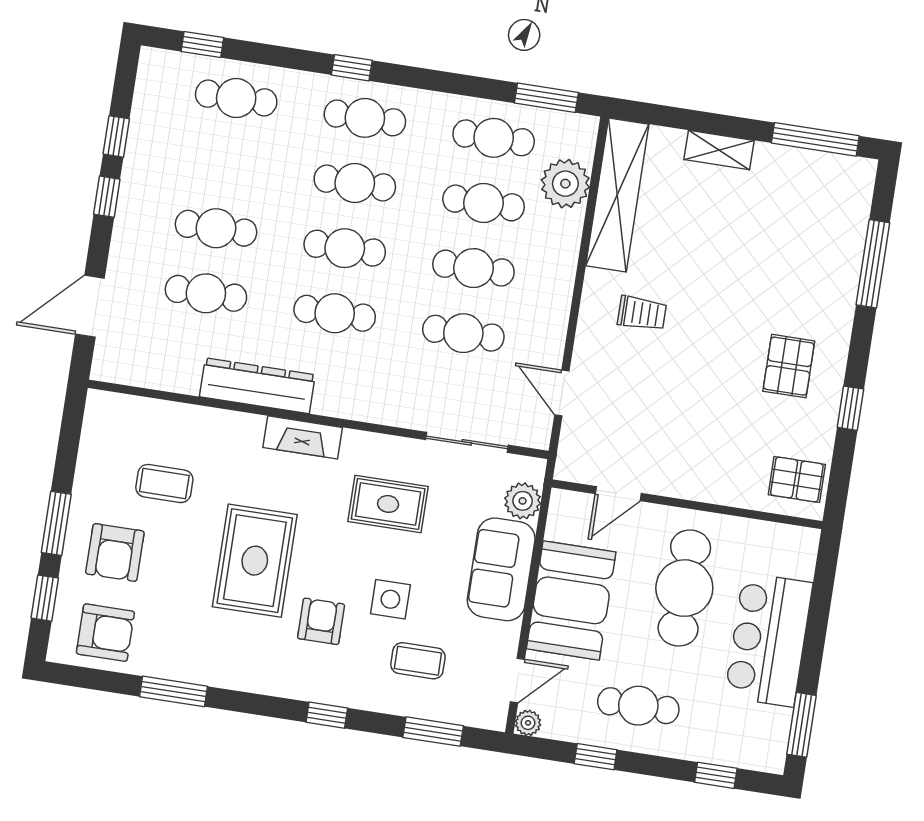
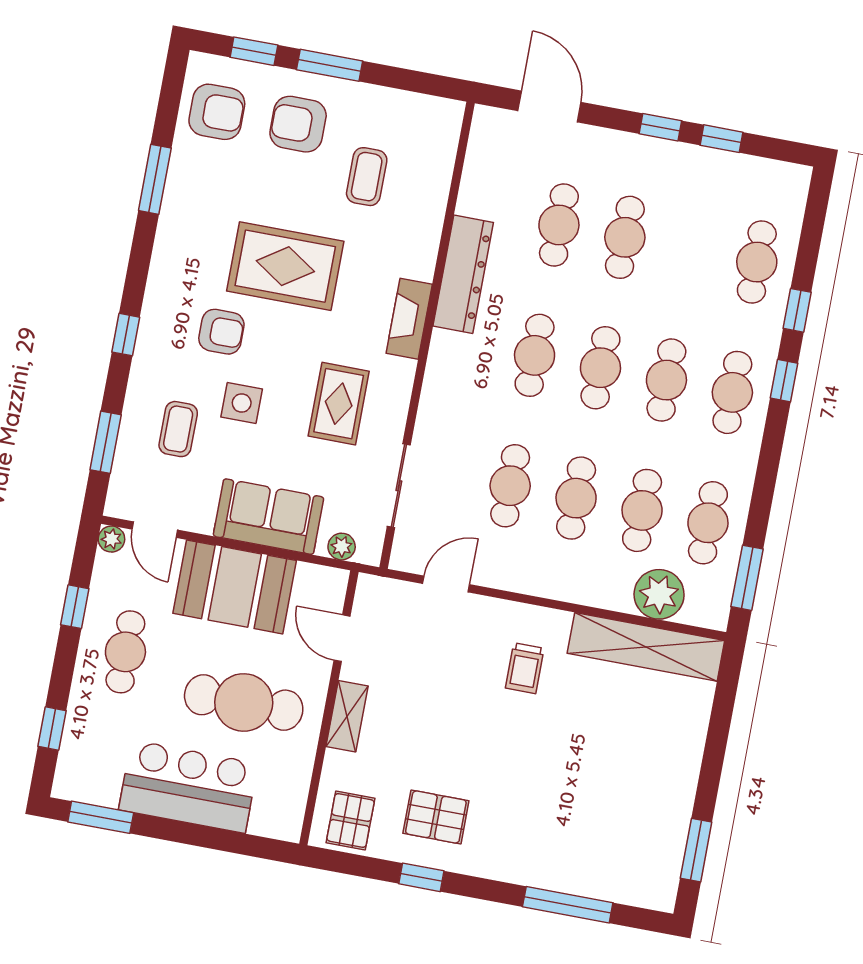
window: (202, 45) -> (797, 310), moved
window: (815, 139) -> (696, 850), width x0.69
shelving: (719, 150) -> (347, 716), moved
pallet: (789, 366) -> (436, 817), moved
plant: (523, 501) -> (342, 547), width x0.73, depth x0.73
armchair: (105, 633) -> (217, 112), turned -90

